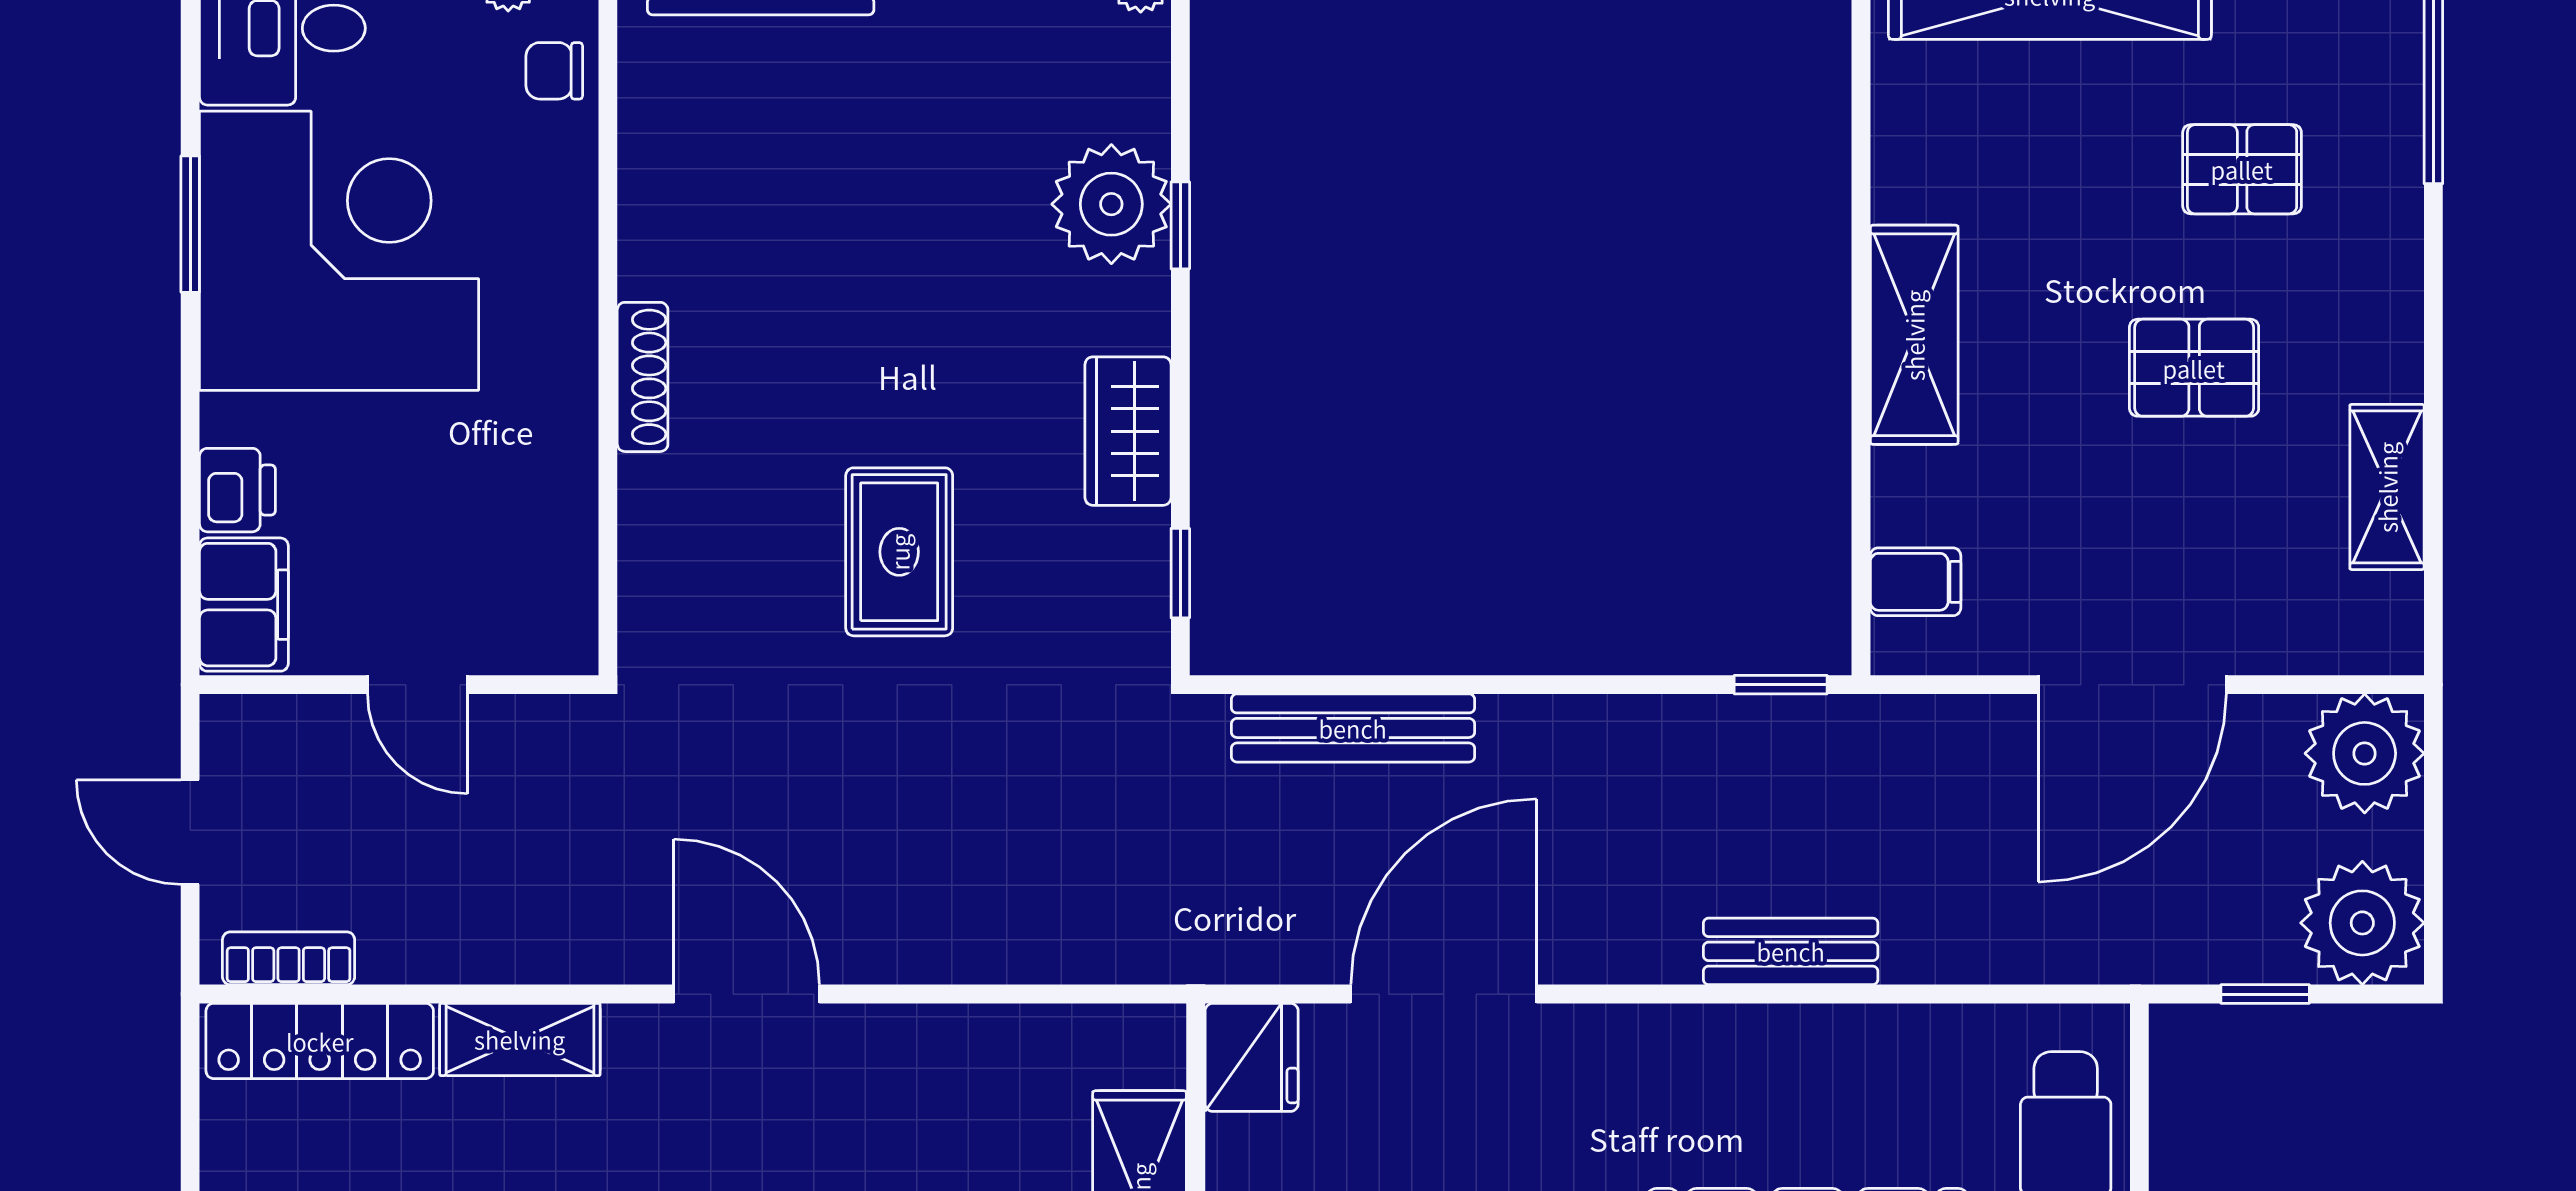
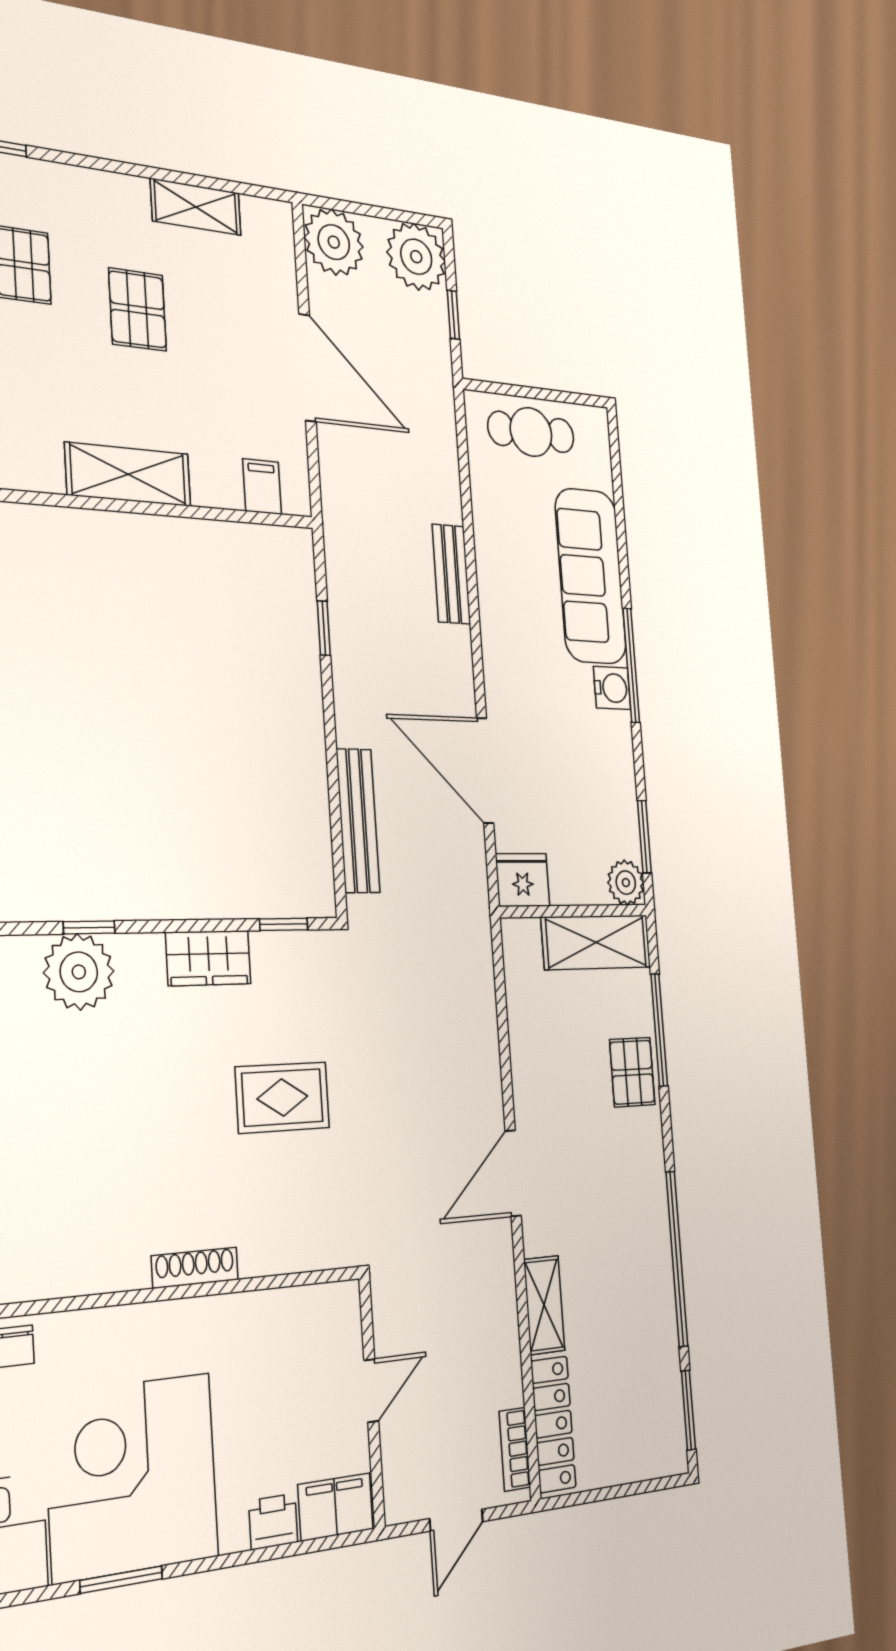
window: (1781, 685) -> (324, 628), moved

